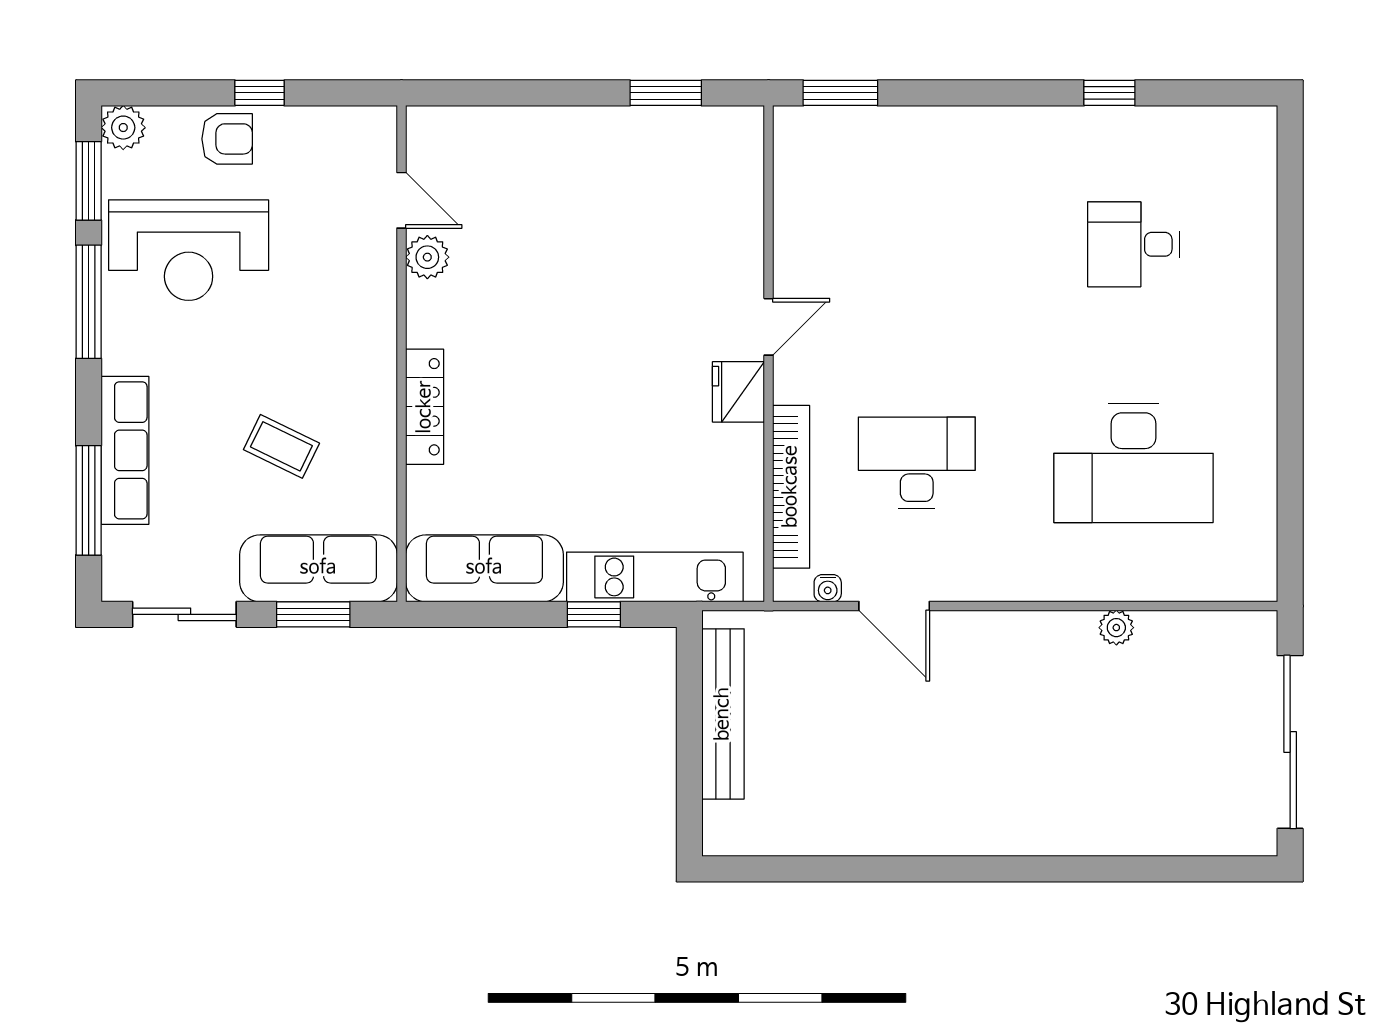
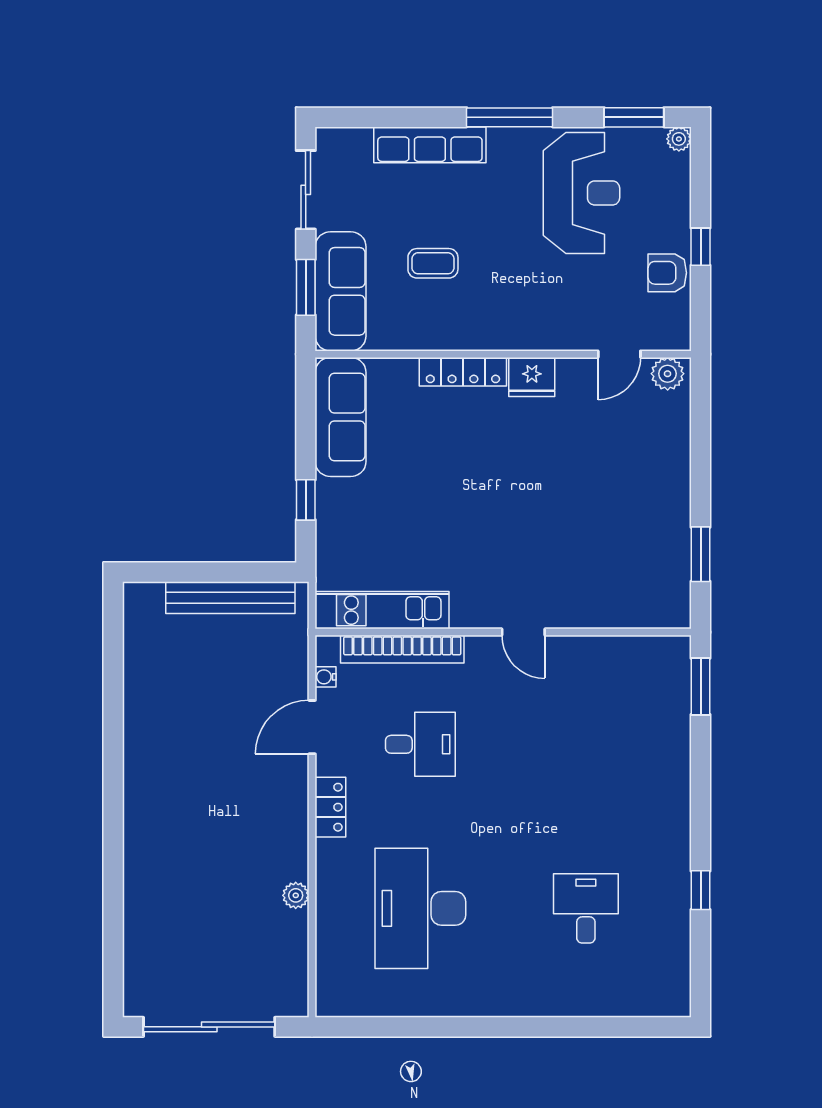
plant: (123, 128) -> (679, 139), width x0.73, depth x0.73
armchair: (227, 139) -> (667, 273), moved, turned 90
reception desk: (189, 250) -> (581, 193), turned 180
plant: (427, 257) -> (668, 374), moved
window: (89, 302) -> (510, 117), moved
fridge: (738, 392) -> (532, 377), moved, turned 180
coffee table: (281, 446) -> (433, 263), turned 64
desk: (917, 463) -> (420, 744), width x0.73
window: (89, 500) -> (392, 117), removed
kitchen unit: (655, 577) -> (382, 610), moved, turned -90
locker: (1000, 582) -> (330, 807), added

